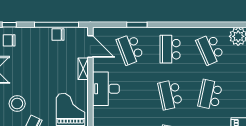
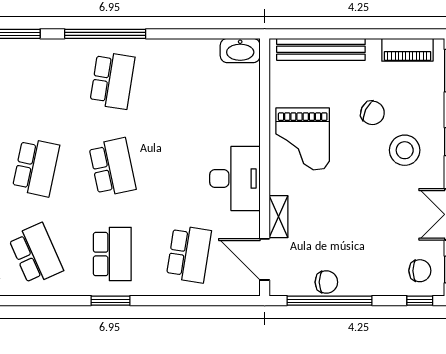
window: (137, 25) -> (111, 301), moved
school desk: (130, 49) -> (189, 254), turned 30

